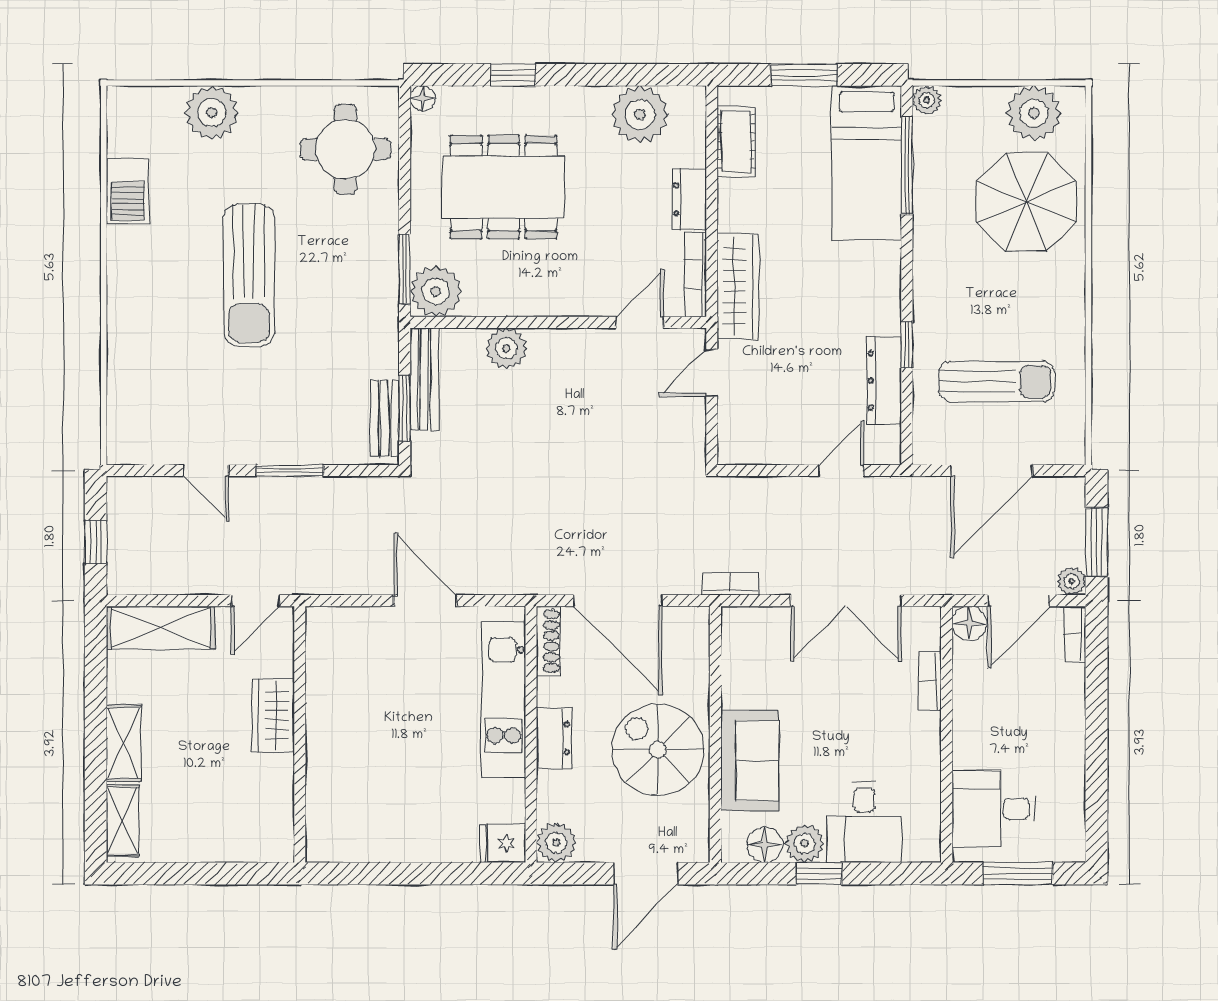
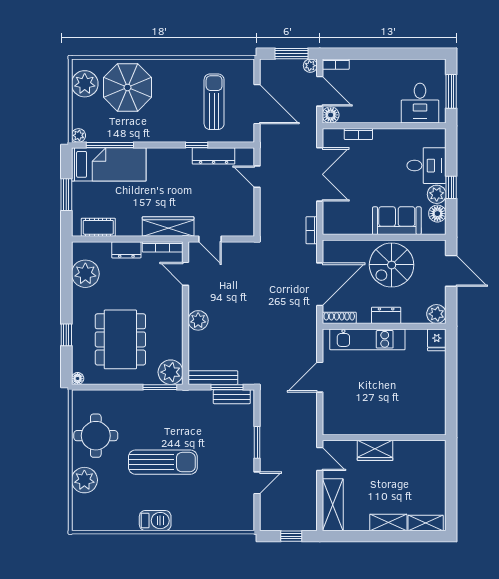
round table: (345, 149) -> (96, 436), moved
barbecue: (128, 191) -> (155, 521), moved
plant: (506, 348) -> (198, 320), moved

